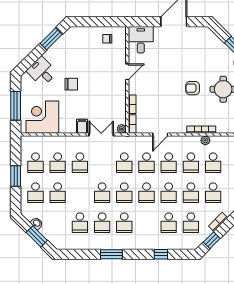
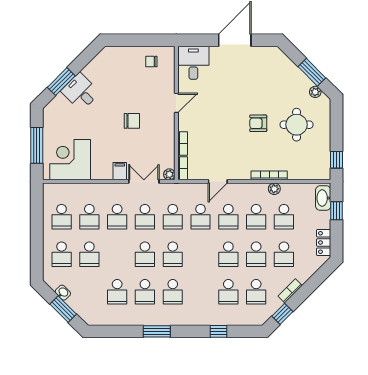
window: (51, 39) -> (61, 82), moved
desk: (42, 72) -> (80, 92), moved
chair: (71, 84) -> (132, 121), moved
window: (16, 176) -> (37, 233), removed
school desk: (146, 193) -> (145, 217), moved

